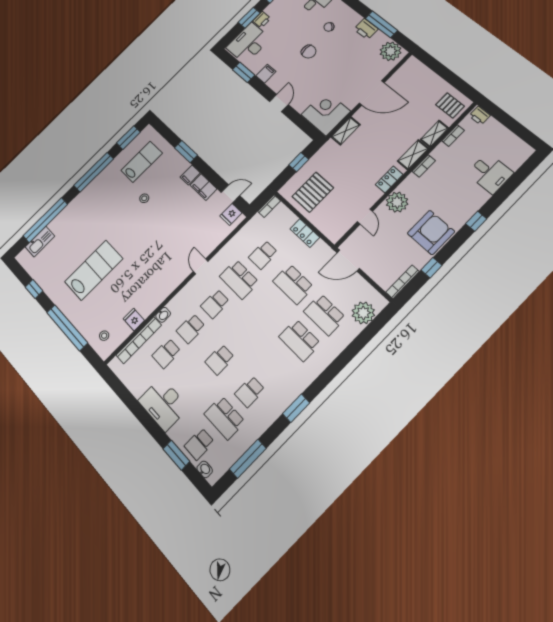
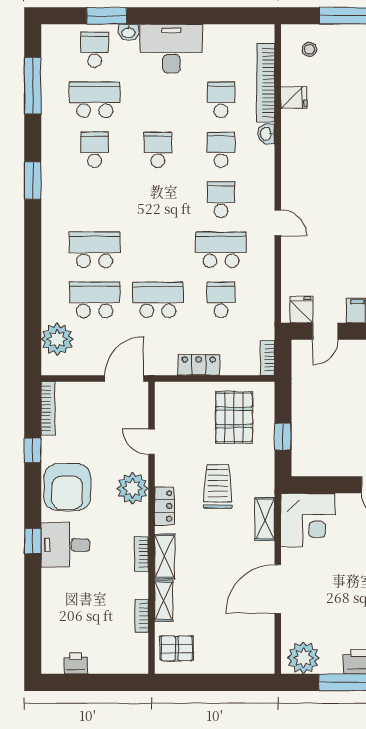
printer: (480, 116) -> (76, 664), moved
trolley: (353, 166) -> (218, 486), added
desk: (490, 173) -> (65, 545), moved
washbasin: (205, 469) -> (128, 32), moved

